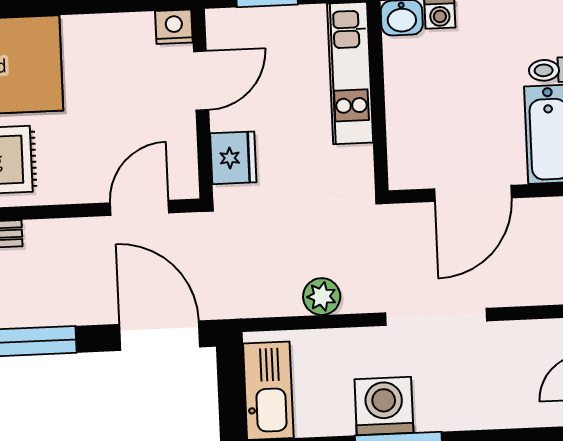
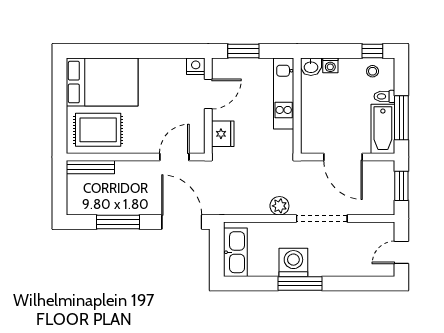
stool: (524, 21) -> (373, 71), added
door: (473, 193) -> (343, 157), hinge flipped
plant: (322, 297) -> (279, 206), moved

